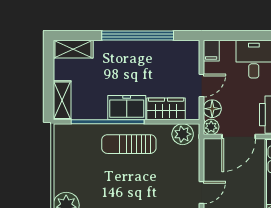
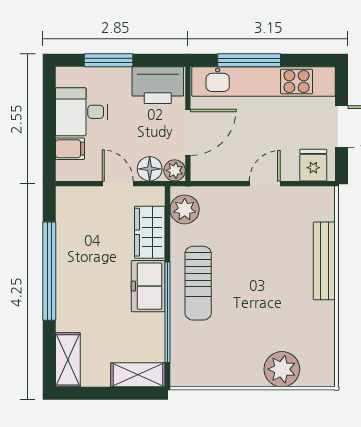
filing cabinet: (211, 51) -> (70, 149), moved
door: (239, 137) -> (188, 132), hinge flipped
door: (201, 193) -> (265, 184), hinge flipped

